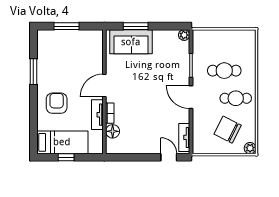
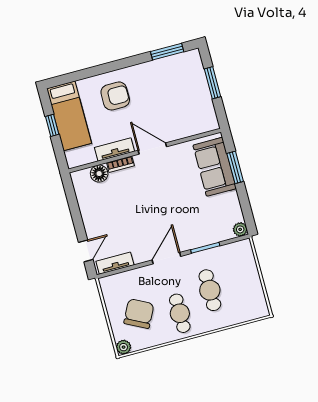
window: (33, 72) -> (167, 52), moved

